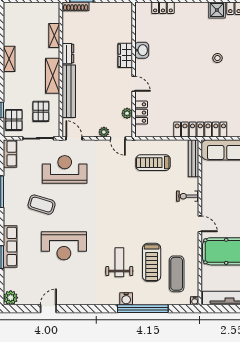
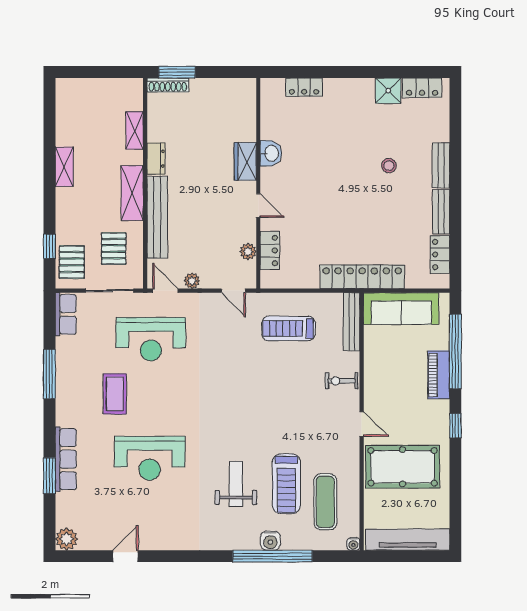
plant: (104, 132) -> (192, 281), moved
reception desk: (65, 169) -> (151, 339), turned 180
coffee table: (42, 205) -> (115, 394), turned 73
water cooler: (126, 299) -> (270, 541), moved

